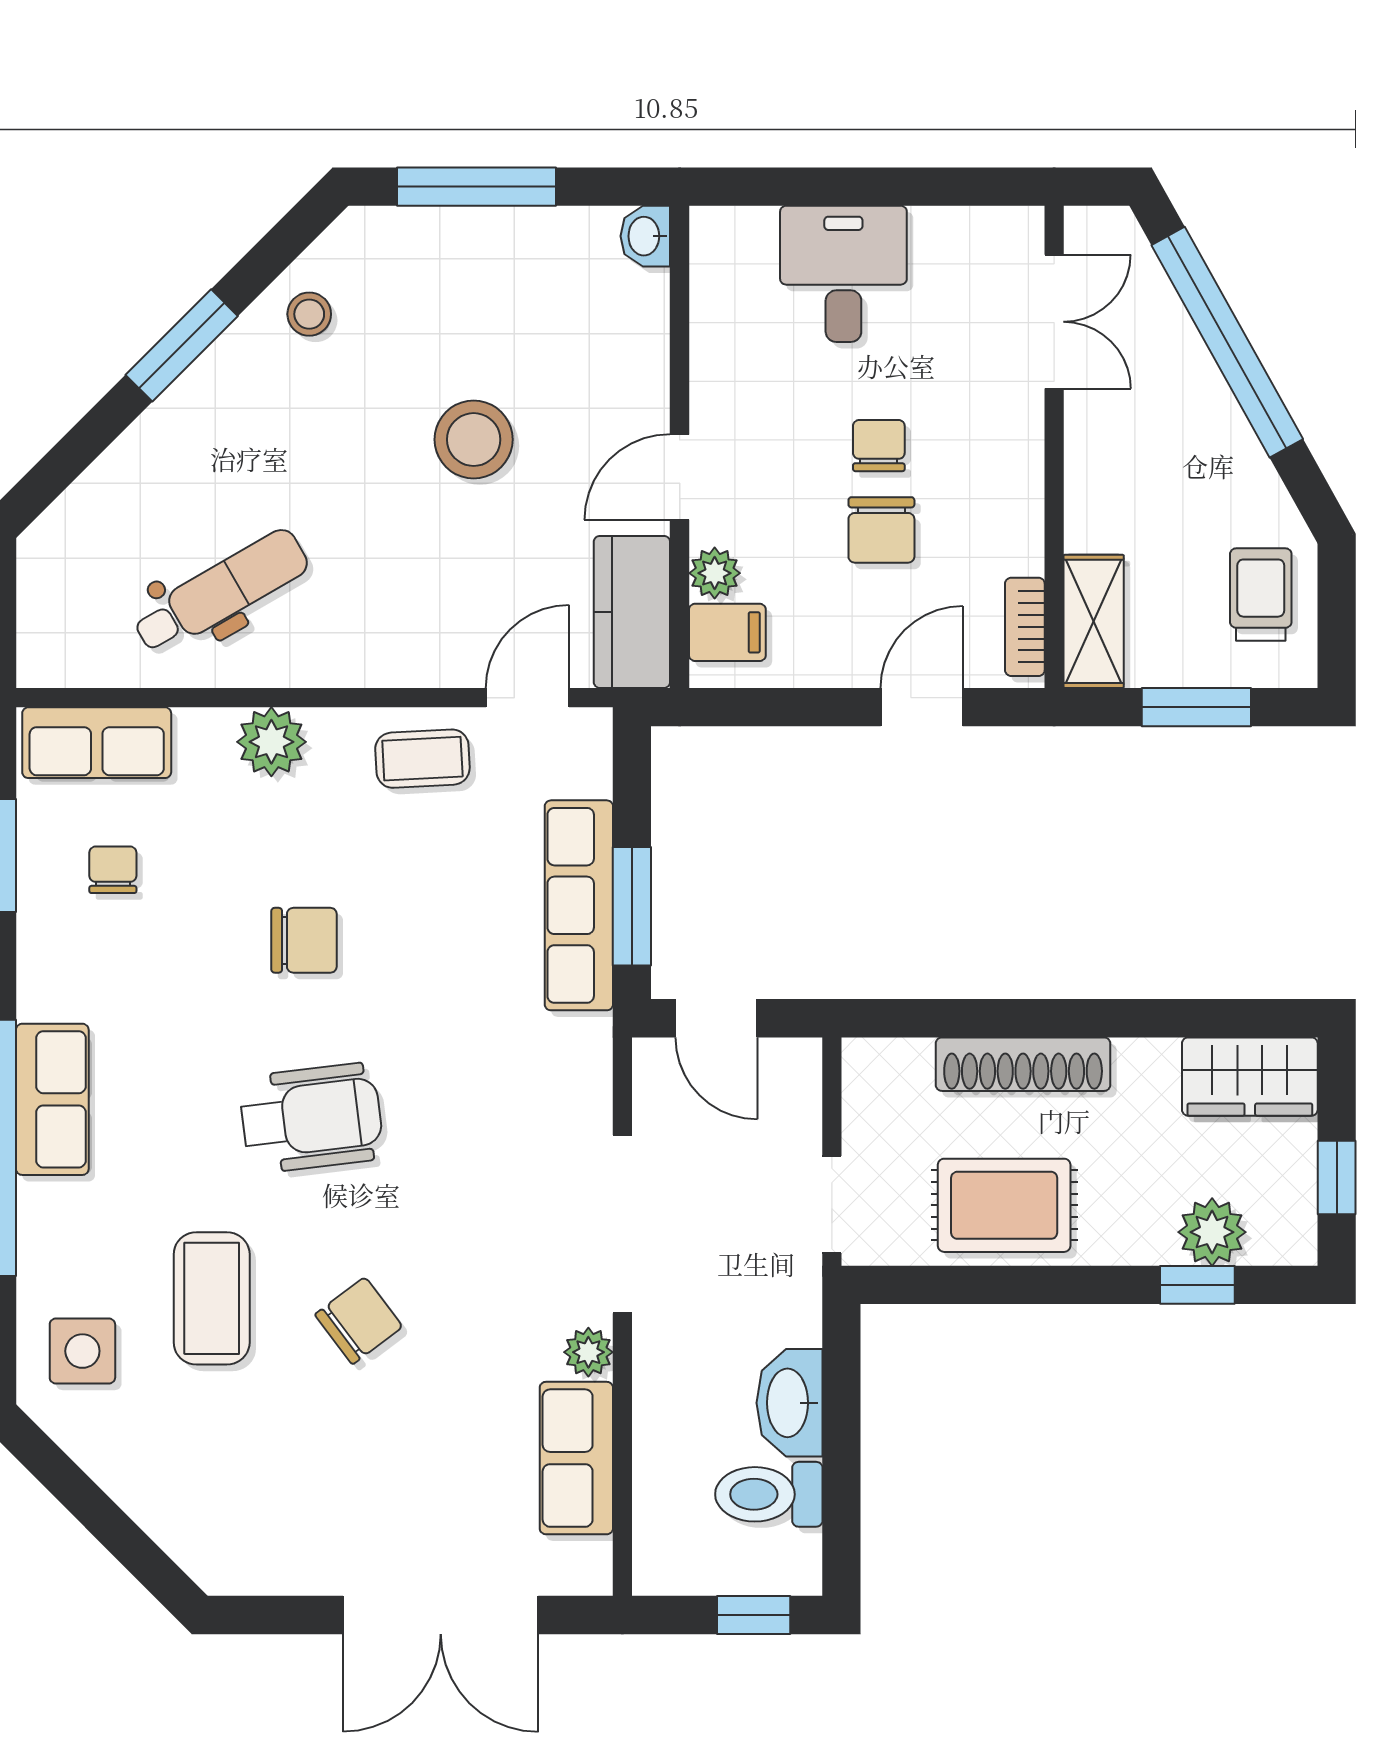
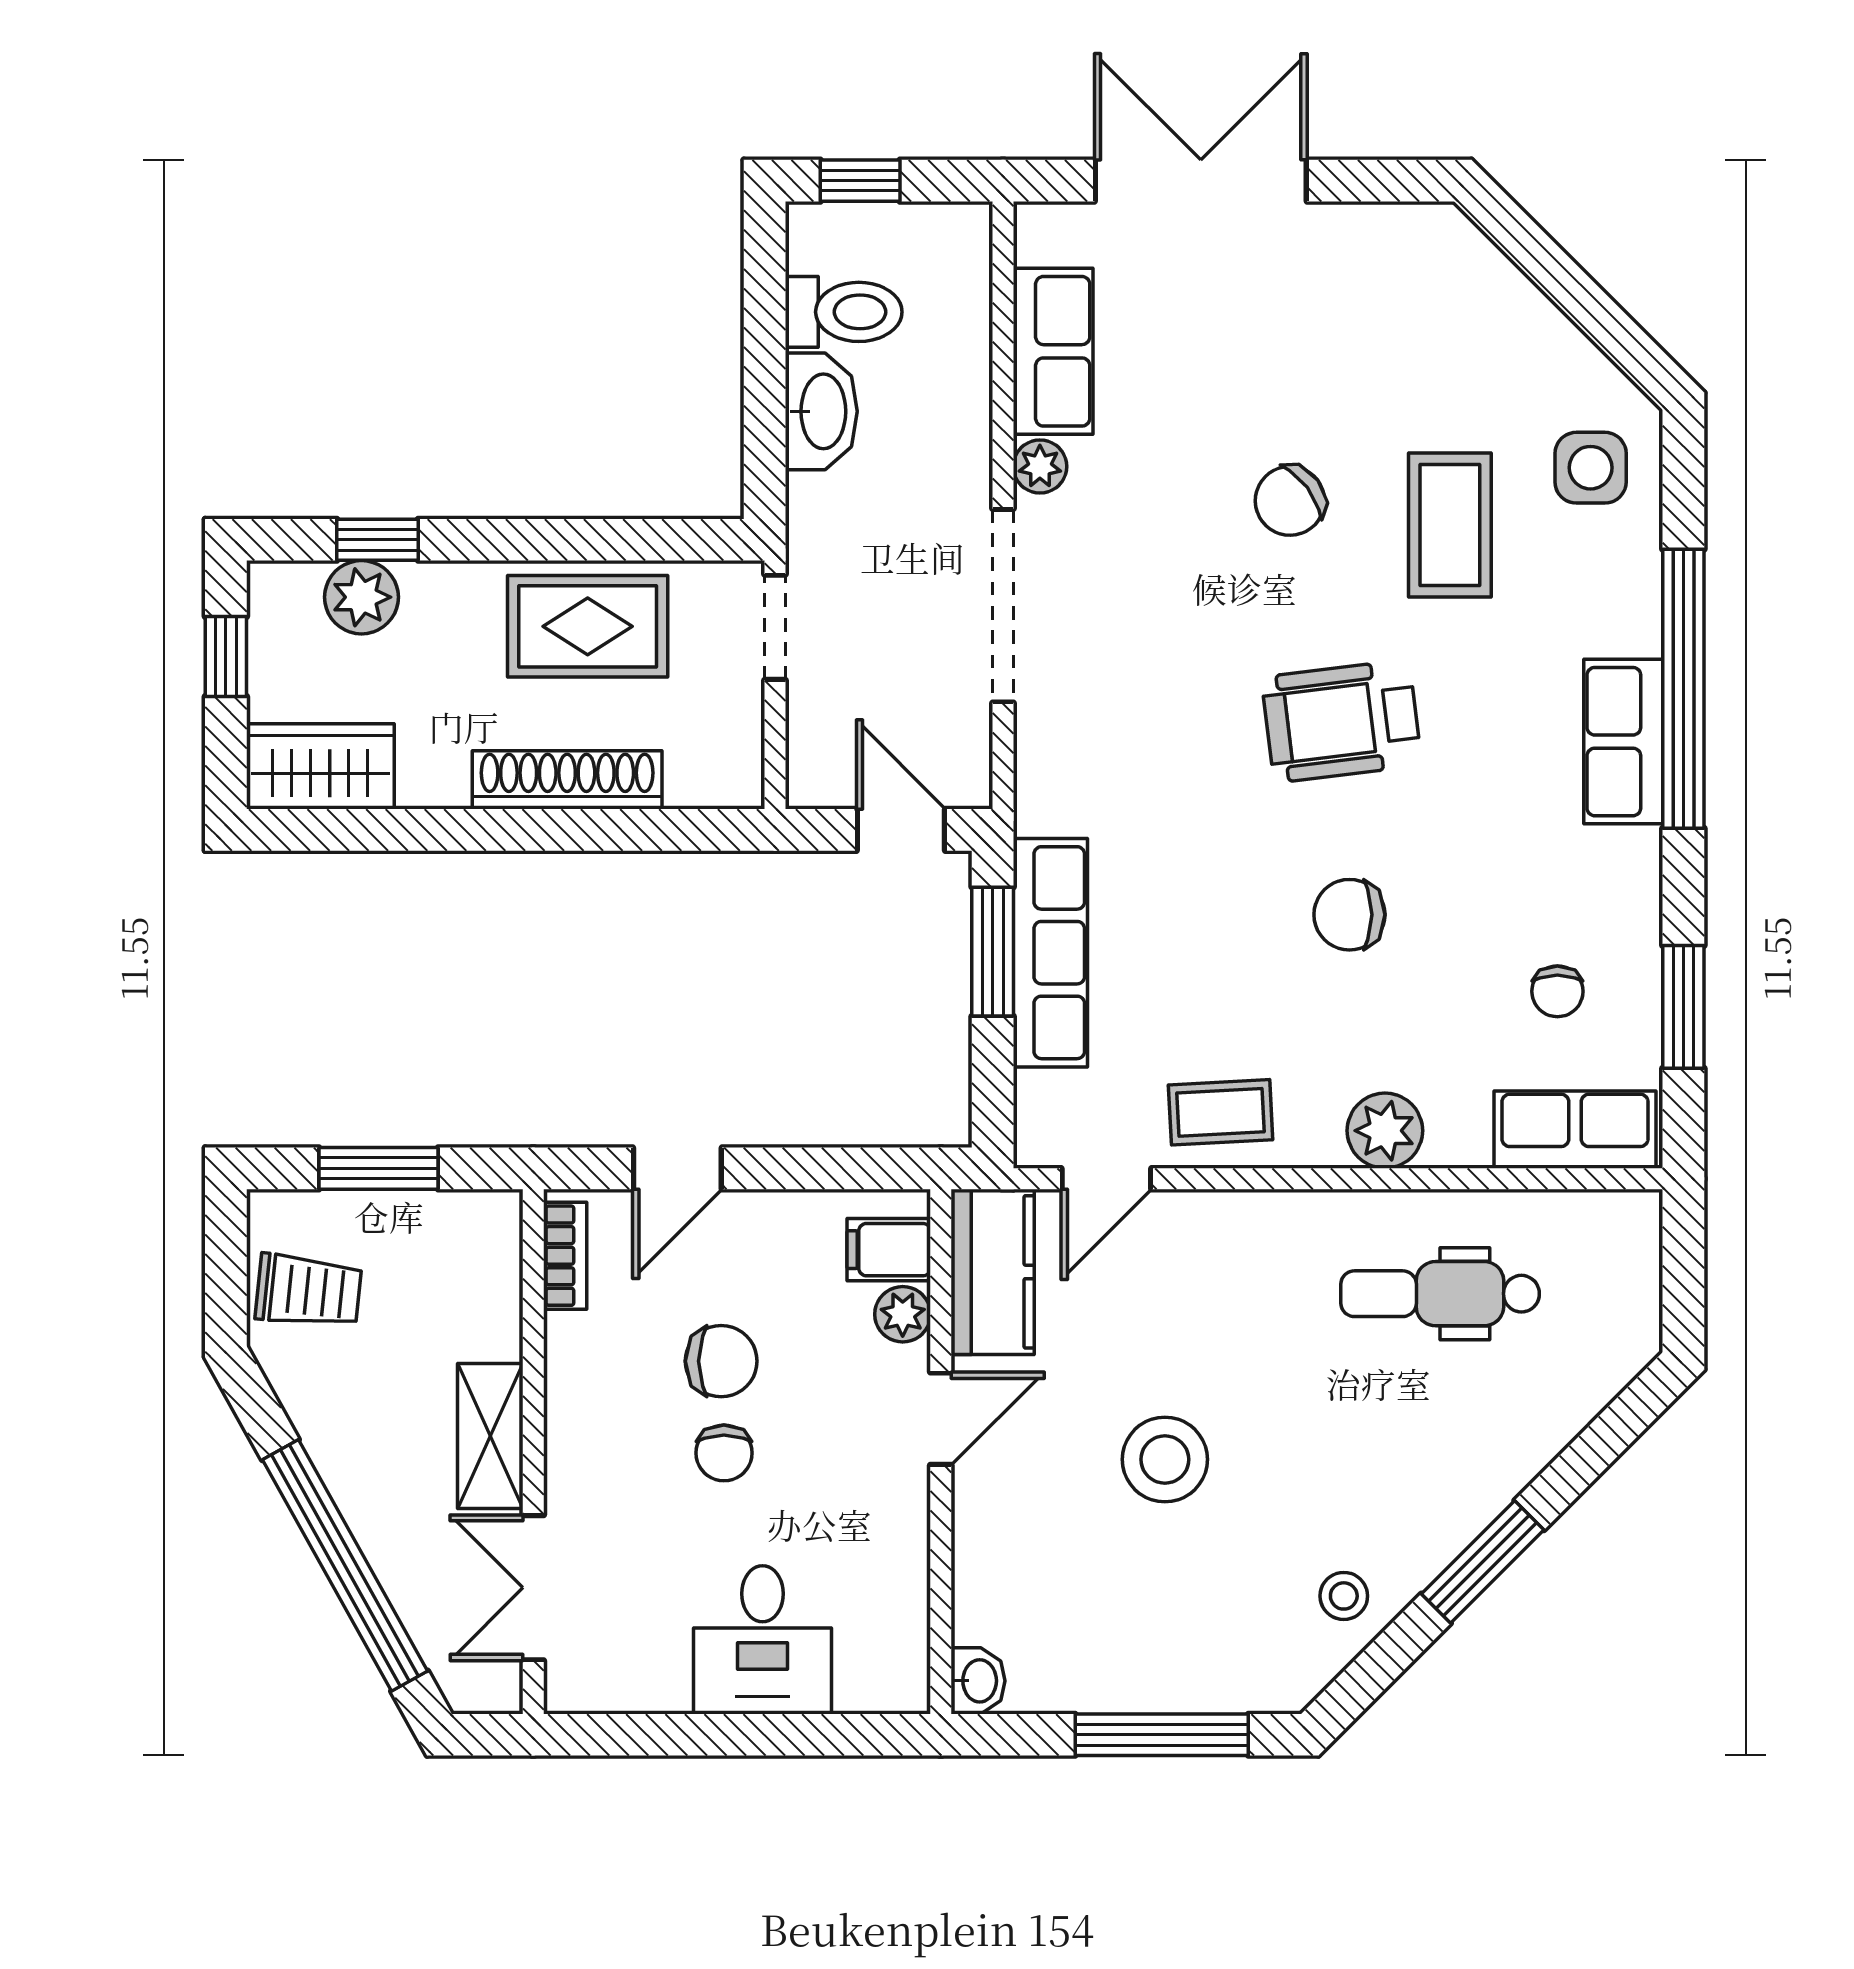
chair: (881, 530) -> (721, 1361), turned 90
dental chair: (221, 592) -> (1440, 1294), turned 30
trolley: (1261, 595) -> (308, 1291), turned -84
shelving: (1094, 621) -> (490, 1436), moved

